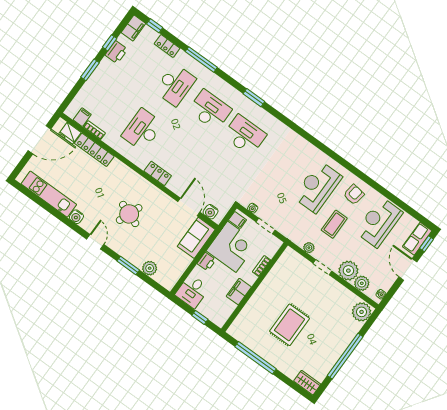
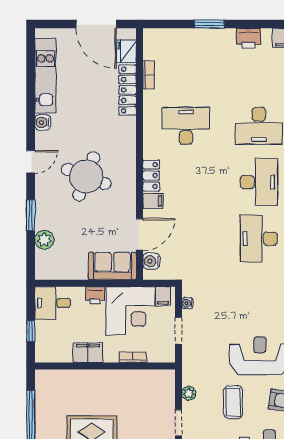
window: (110, 43) -> (253, 24), removed
filing cabinet: (82, 117) -> (153, 201), moved
desk: (245, 135) -> (259, 238), turned 180
round table: (129, 214) -> (86, 176), width x1.36, depth x1.36
coffee table: (334, 224) -> (233, 402), turned 90

